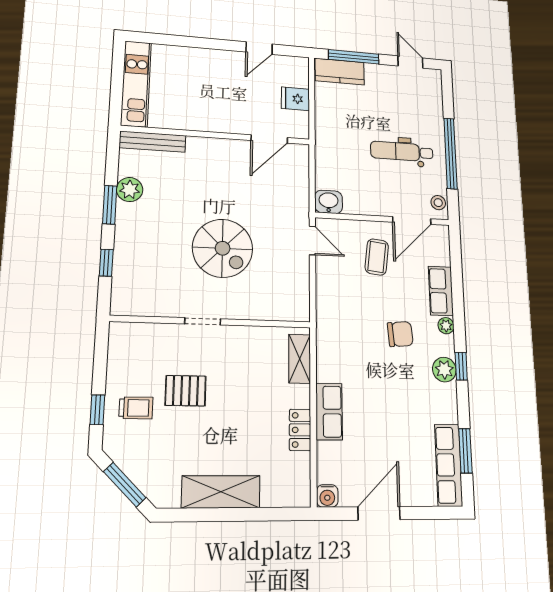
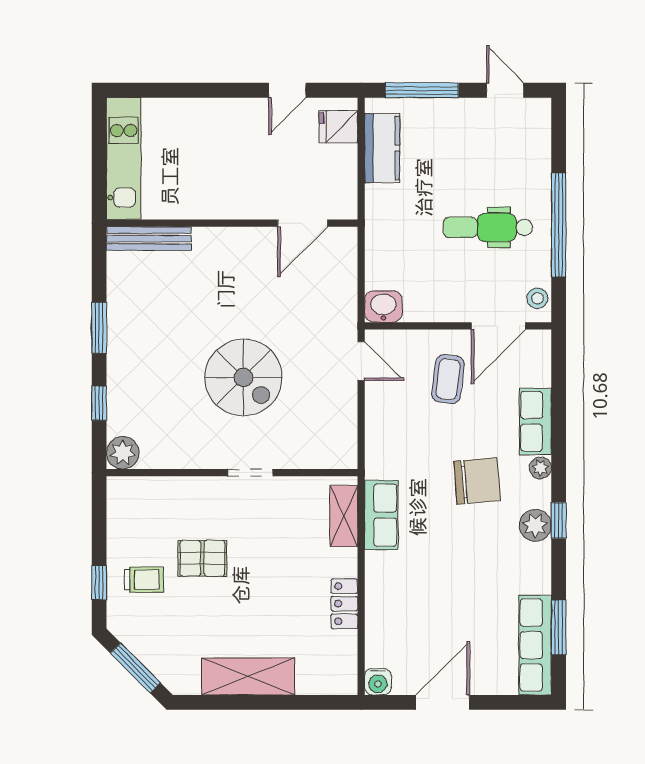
kitchen counter: (340, 72) -> (382, 148), moved, turned -90
fridge: (295, 99) -> (338, 127), moved
plant: (130, 190) -> (123, 453), moved
doorway: (203, 321) -> (250, 473), moved
chair: (400, 334) -> (477, 481), width x1.37, depth x1.37
row of seats: (329, 412) -> (381, 515), moved

